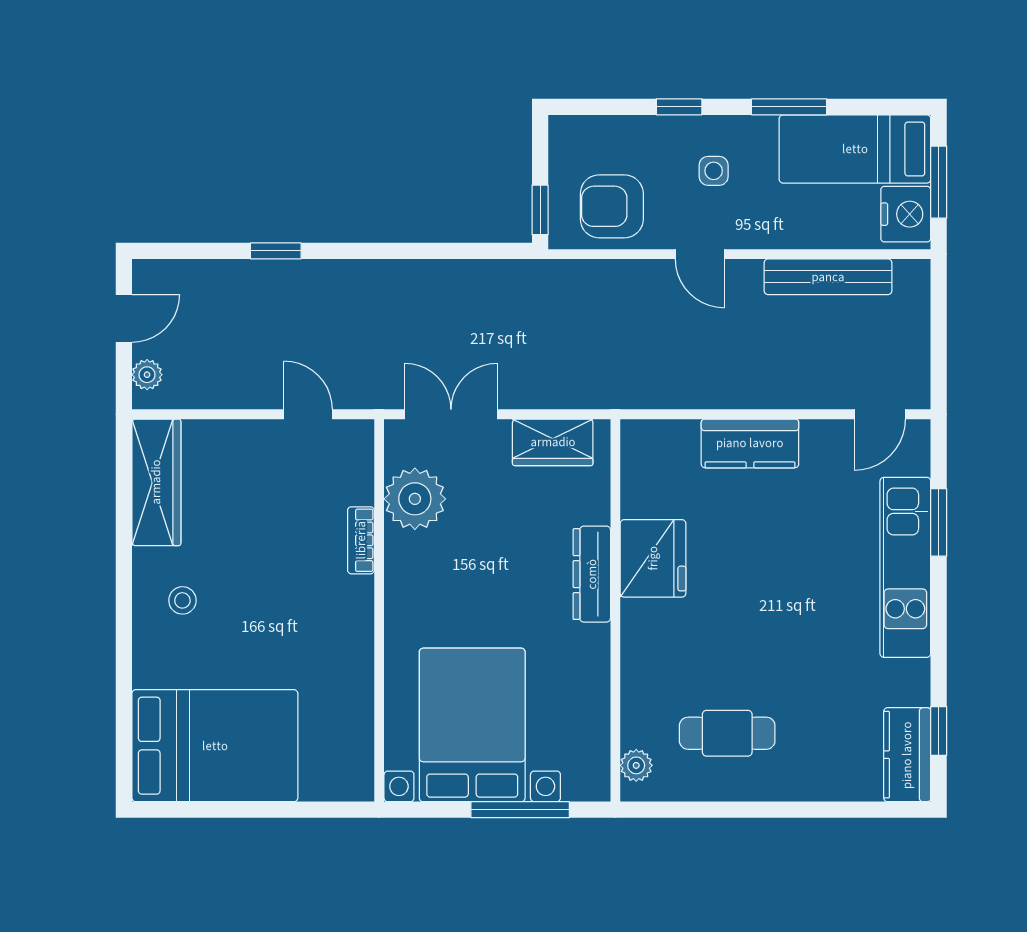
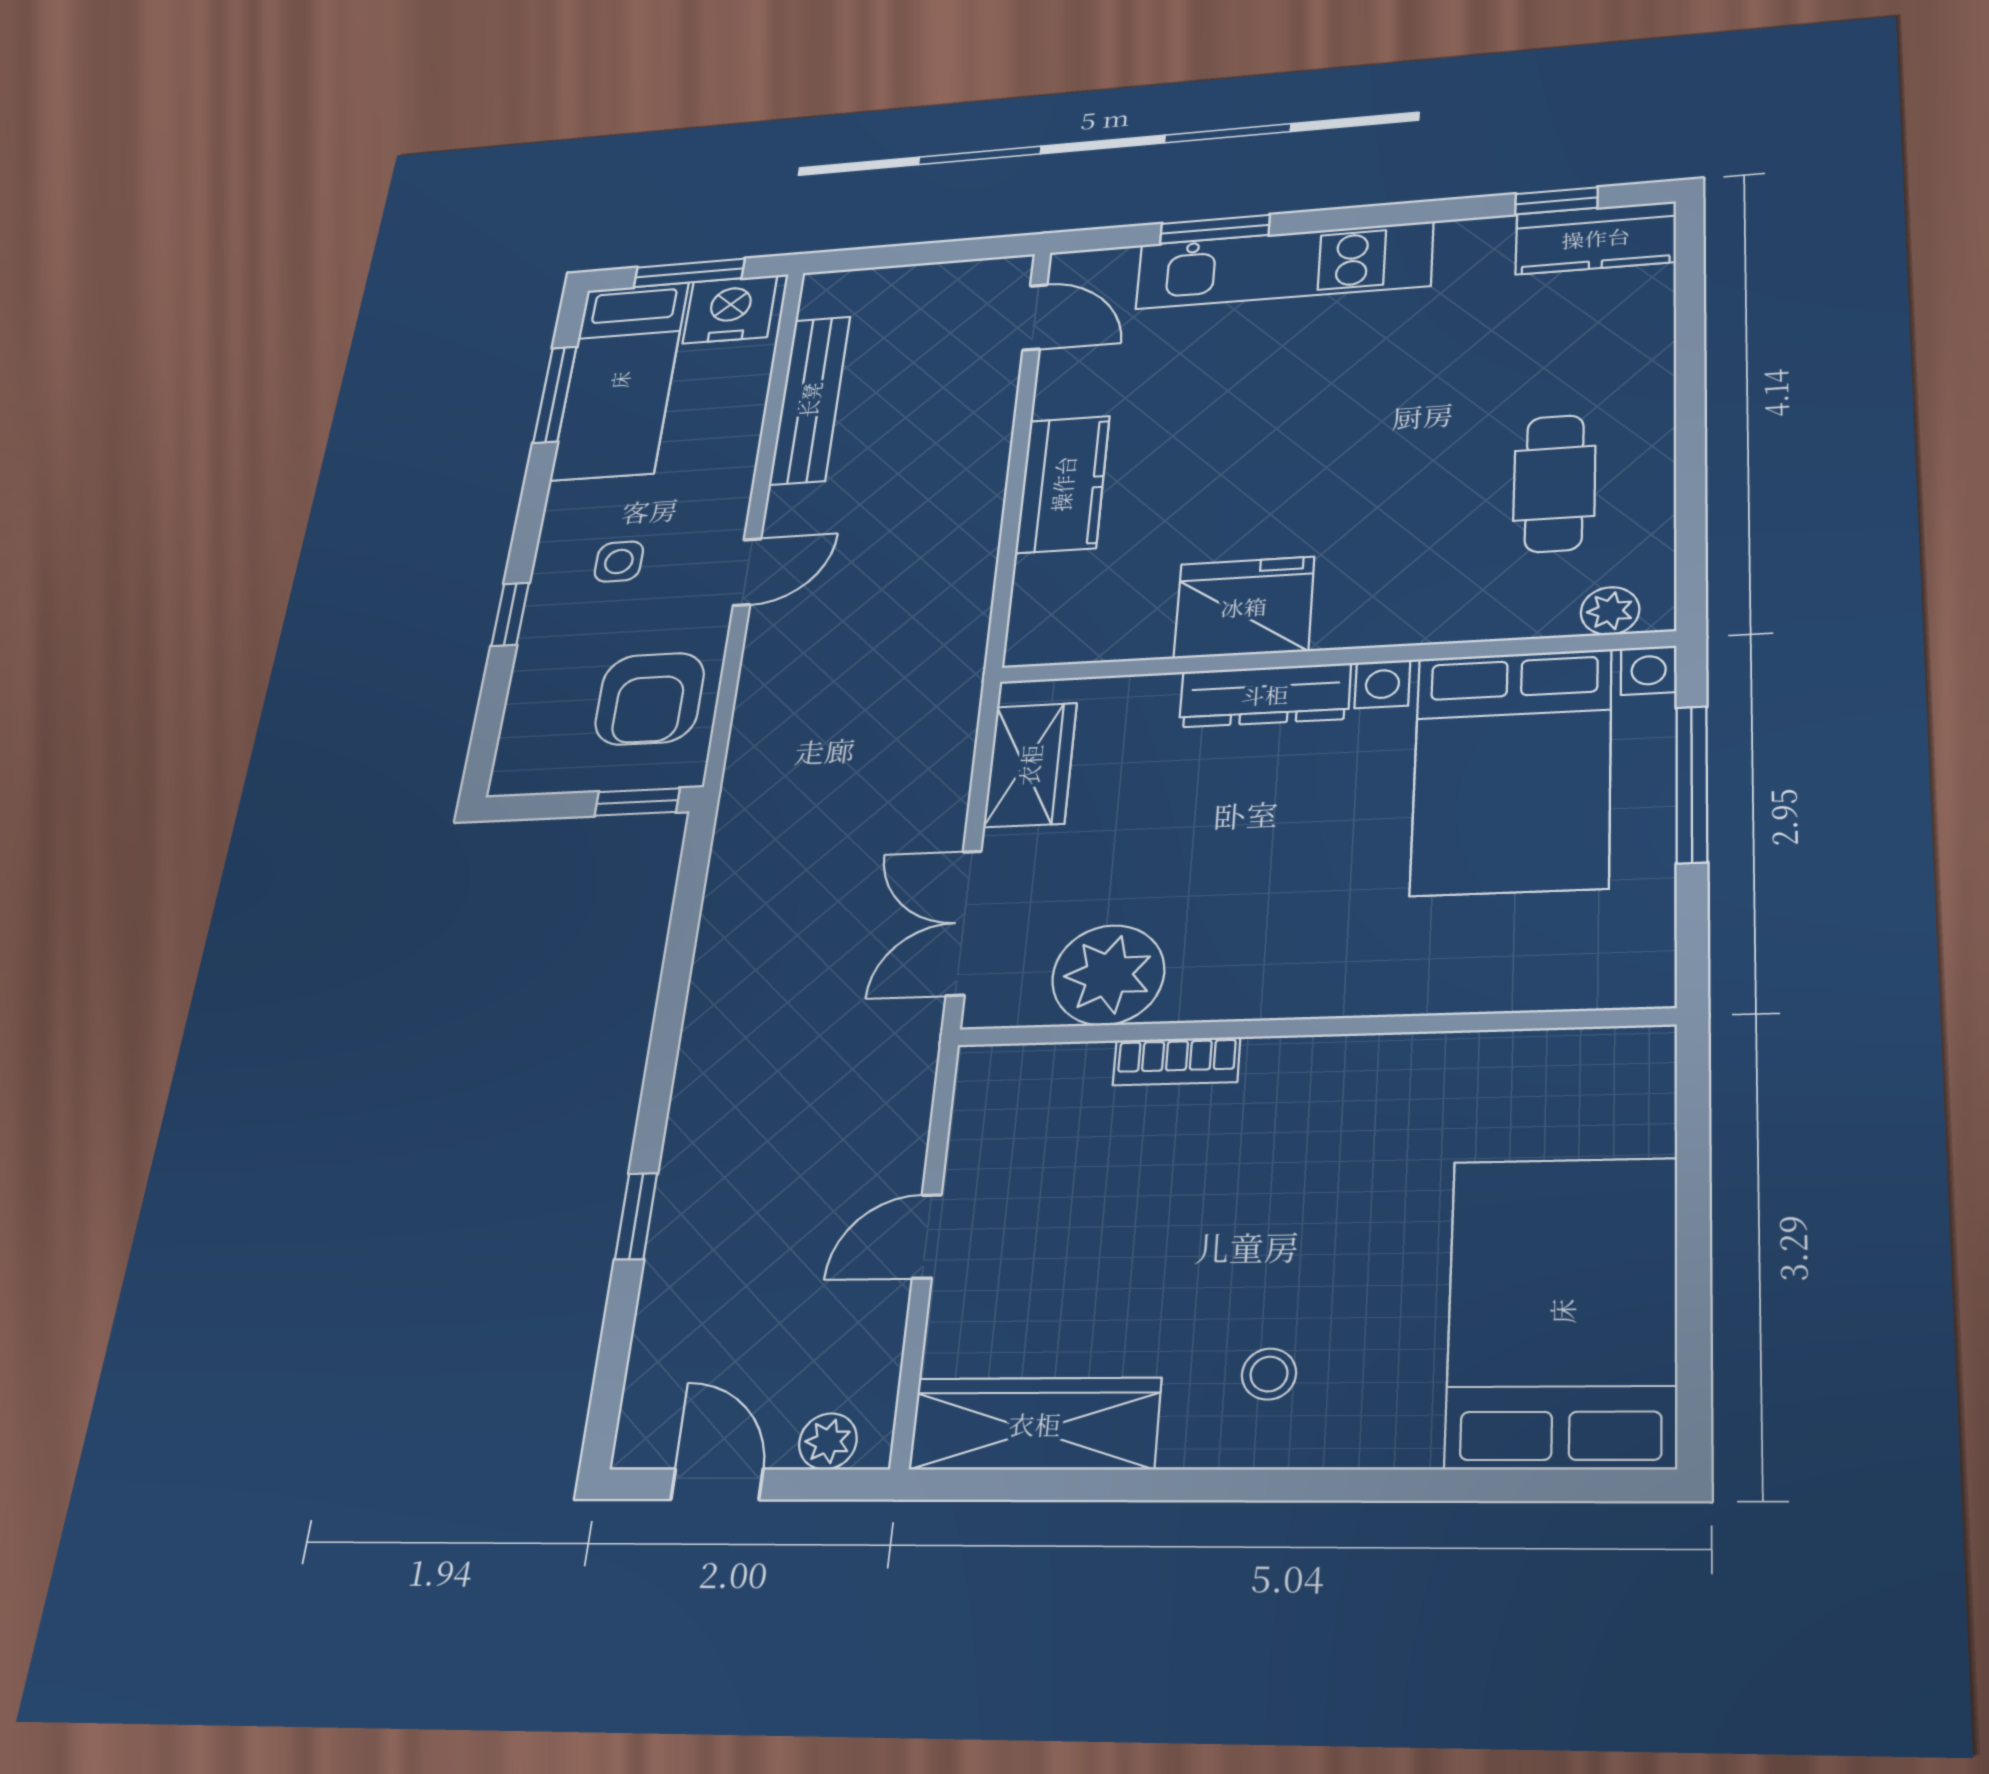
window: (789, 107) -> (555, 395), moved
door: (308, 414) -> (927, 1236), moved
bed with nightstands: (472, 725) -> (1512, 771), moved, turned -90

